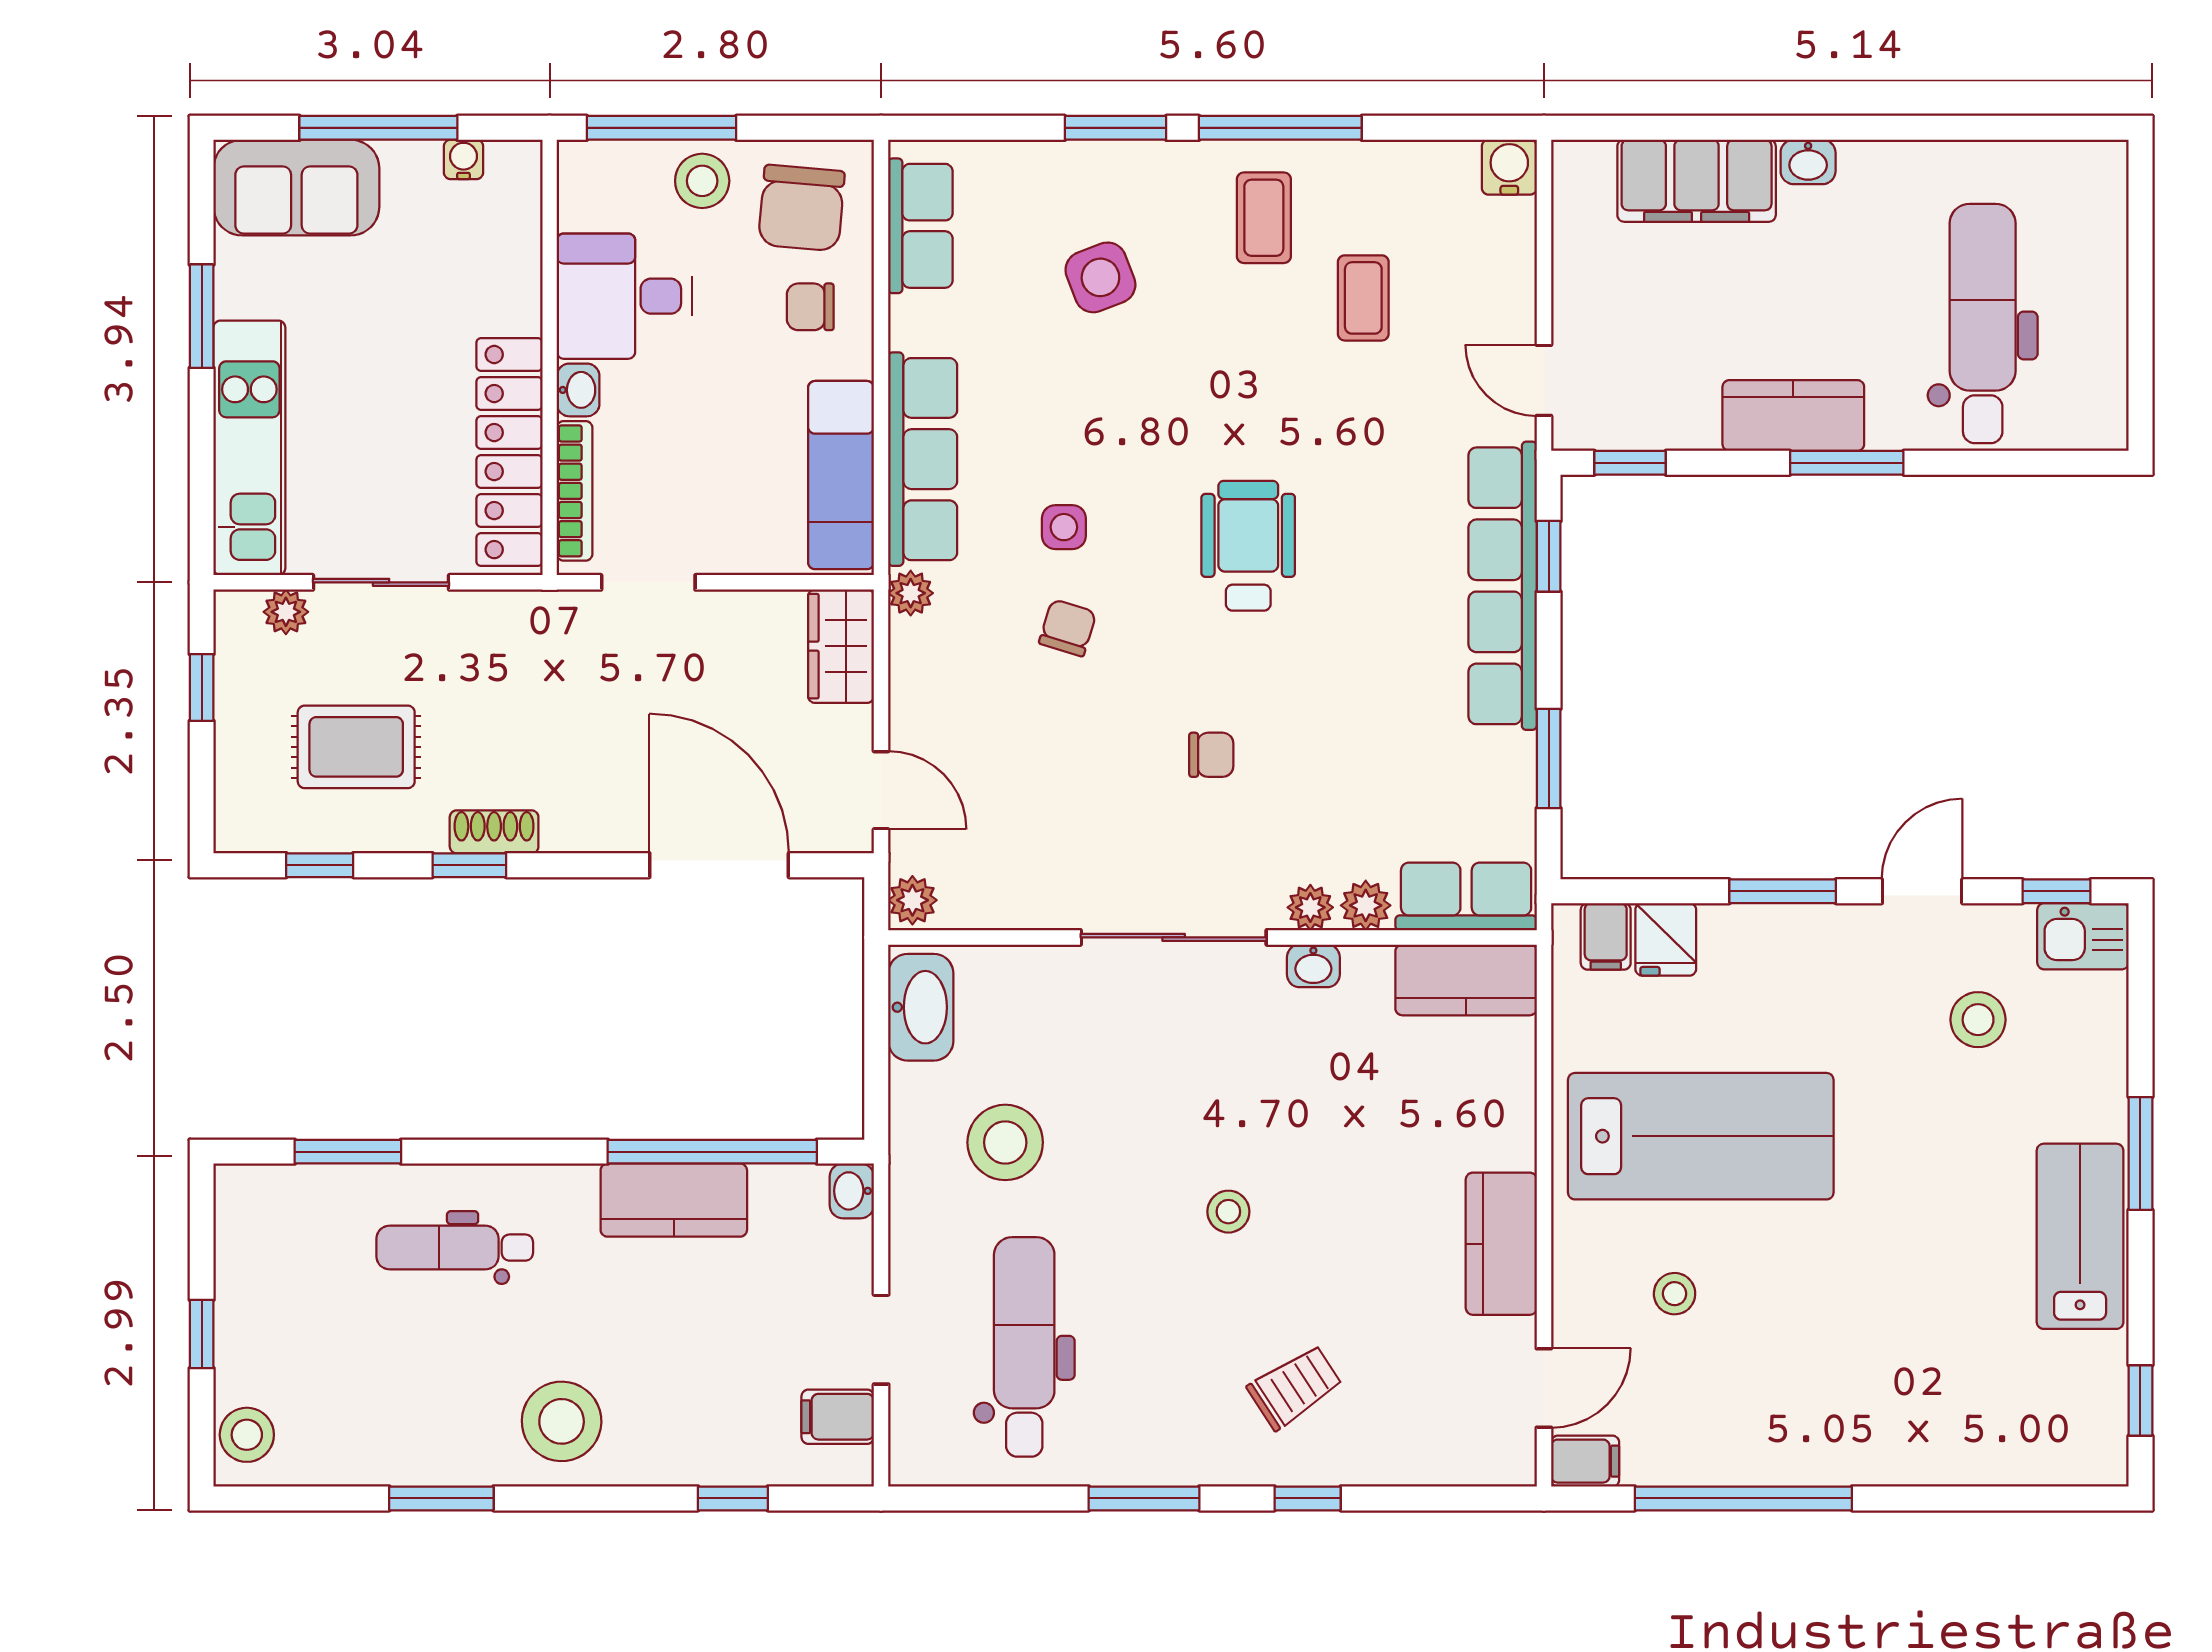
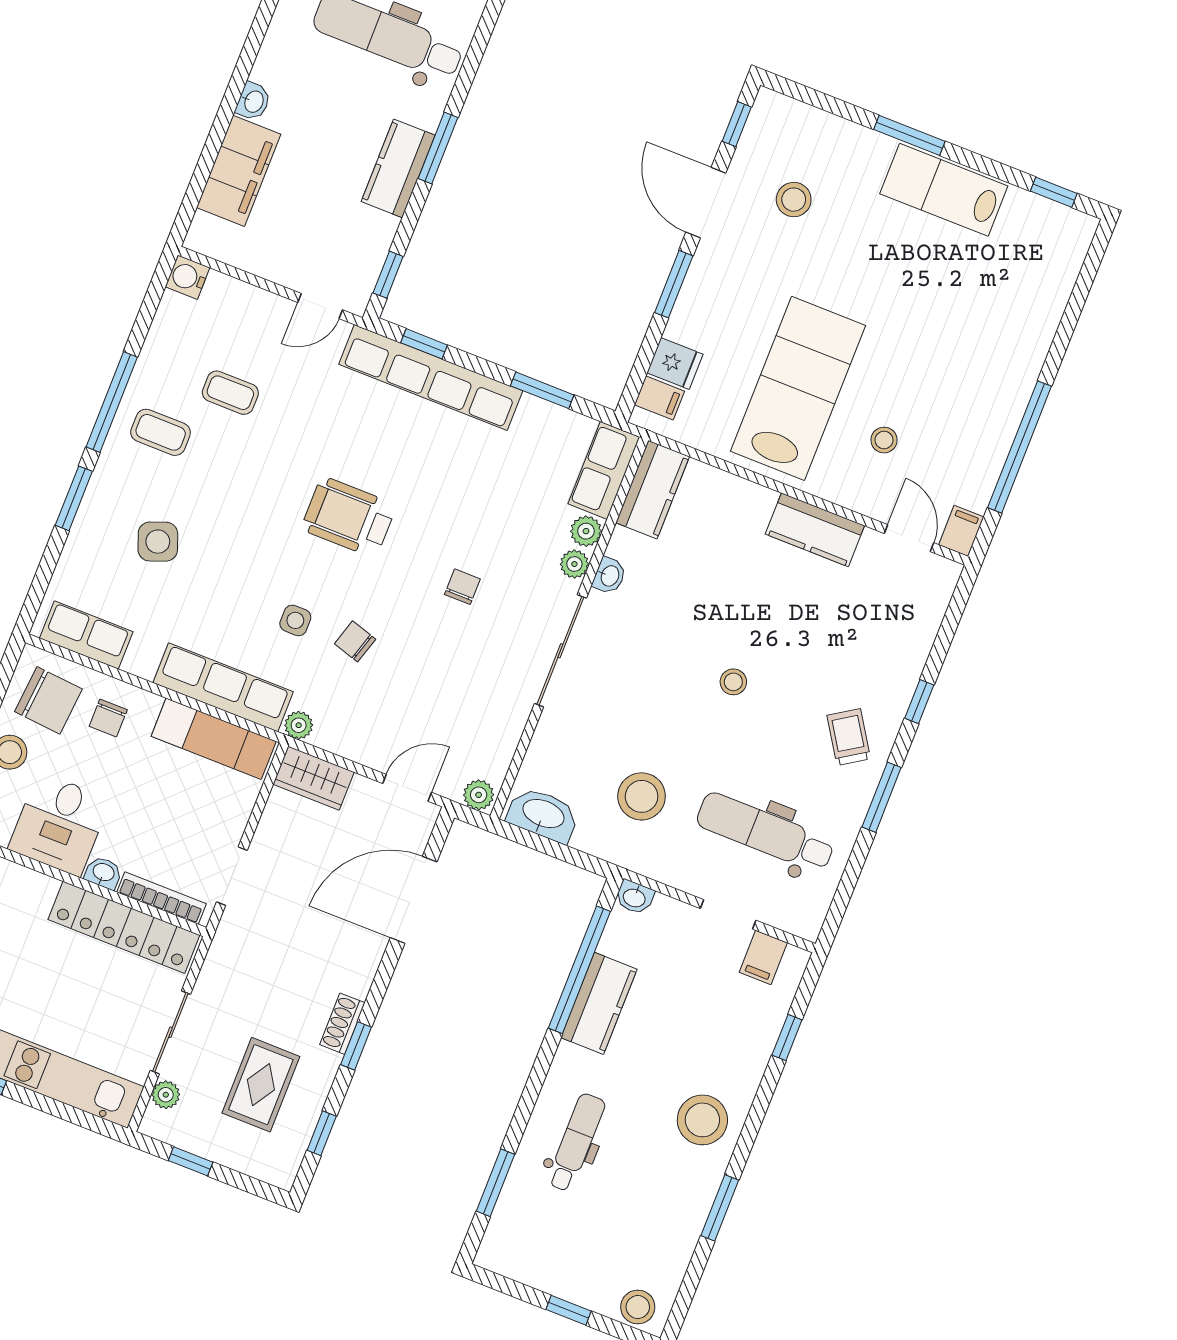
door: (1922, 891) -> (706, 203), width x1.38
kitchen sink: (2083, 936) -> (769, 119), removed
dental chair: (455, 1248) -> (576, 1142), turned 180
trolley: (1295, 1387) -> (849, 737), moved

